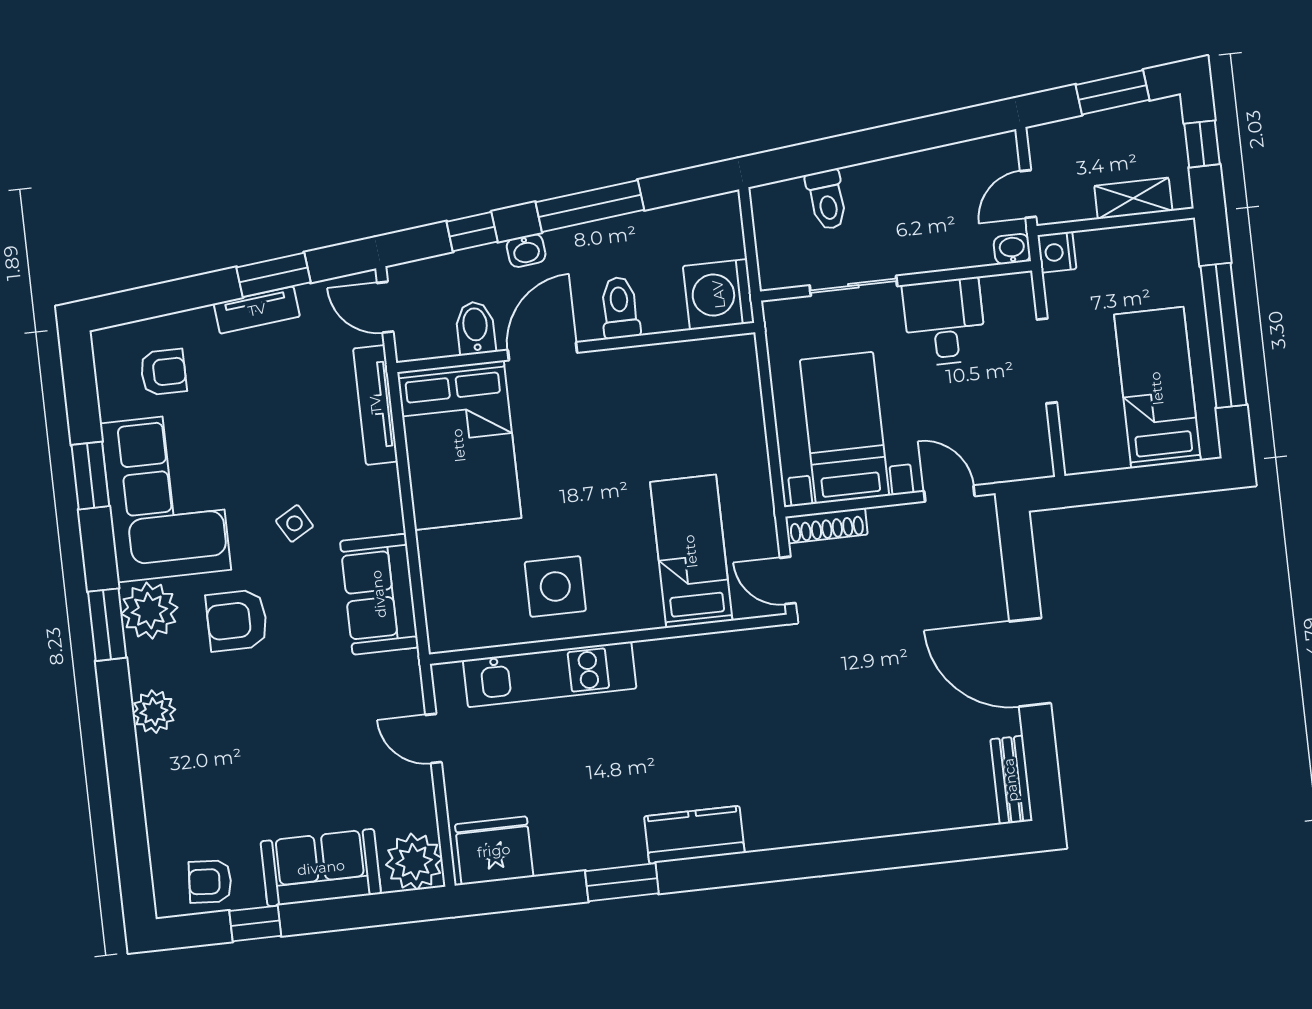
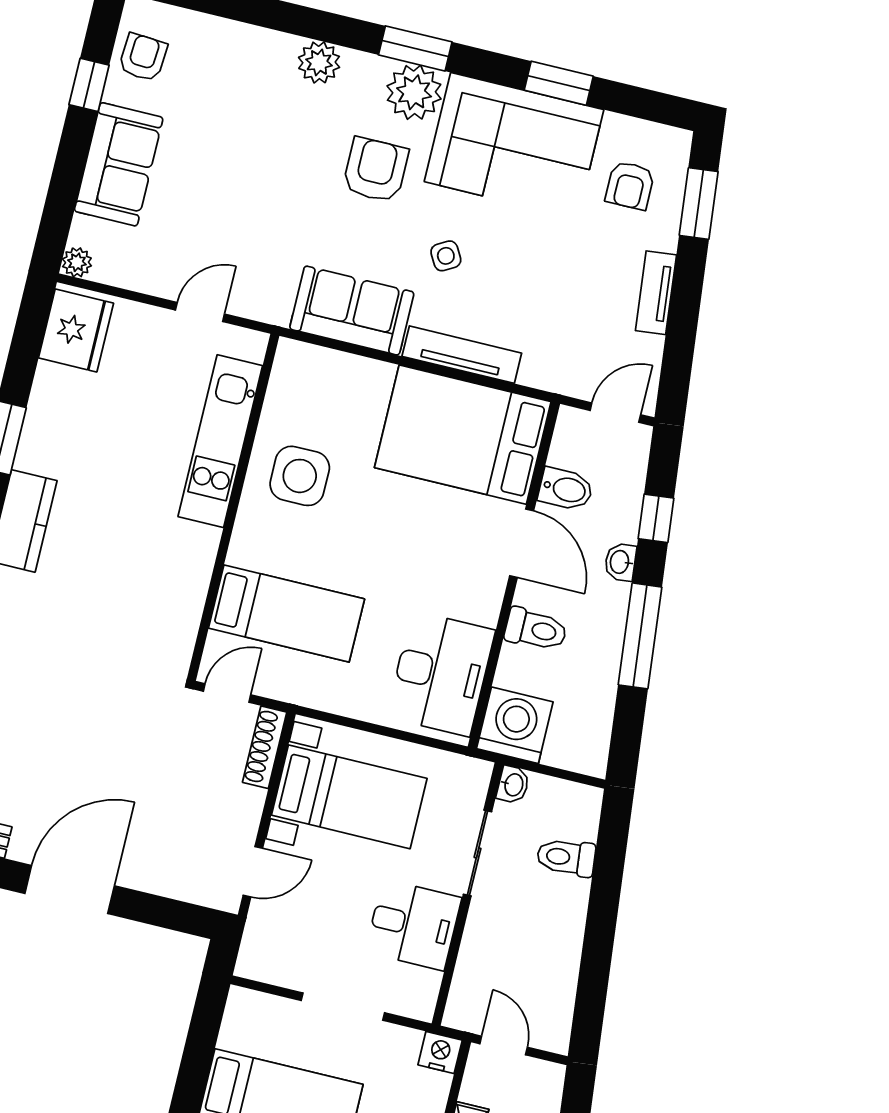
washbasin: (1012, 249) -> (513, 785), moved
window: (274, 275) -> (699, 203), moved
desk: (695, 383) -> (441, 674), added
tv unit: (376, 405) -> (462, 355), moved
plant: (414, 862) -> (77, 262), width x0.53, depth x0.53

